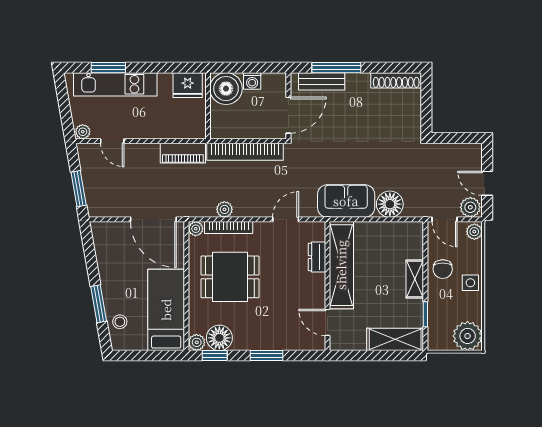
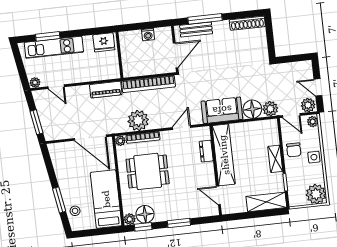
boiler: (226, 89) -> (131, 42), removed
plant: (416, 207) -> (270, 109), added
plant: (224, 209) -> (138, 120), width x1.88, depth x1.88

